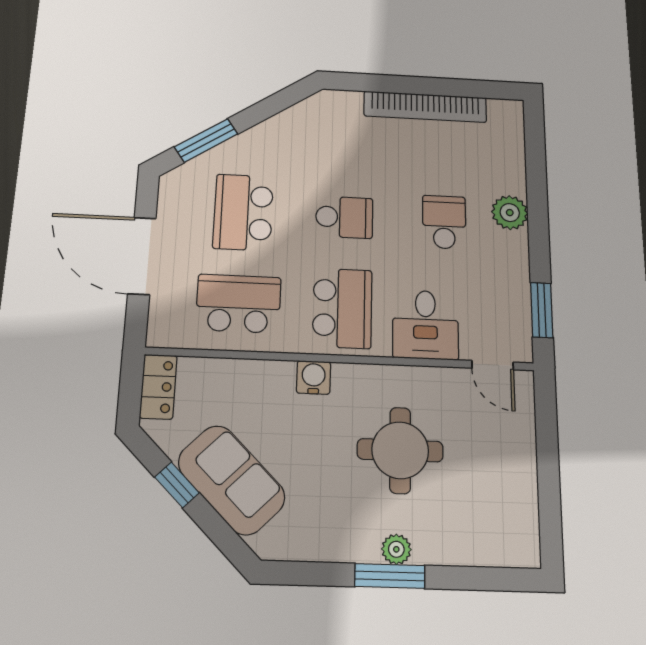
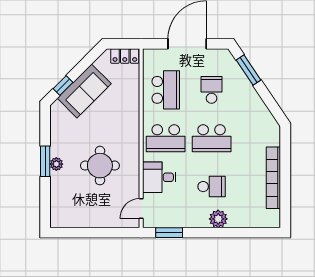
school desk: (243, 212) -> (212, 90), width x0.54
school desk: (344, 217) -> (212, 138), width x1.85
water cooler: (314, 377) -> (132, 126), removed
window: (177, 485) -> (63, 86), moved

